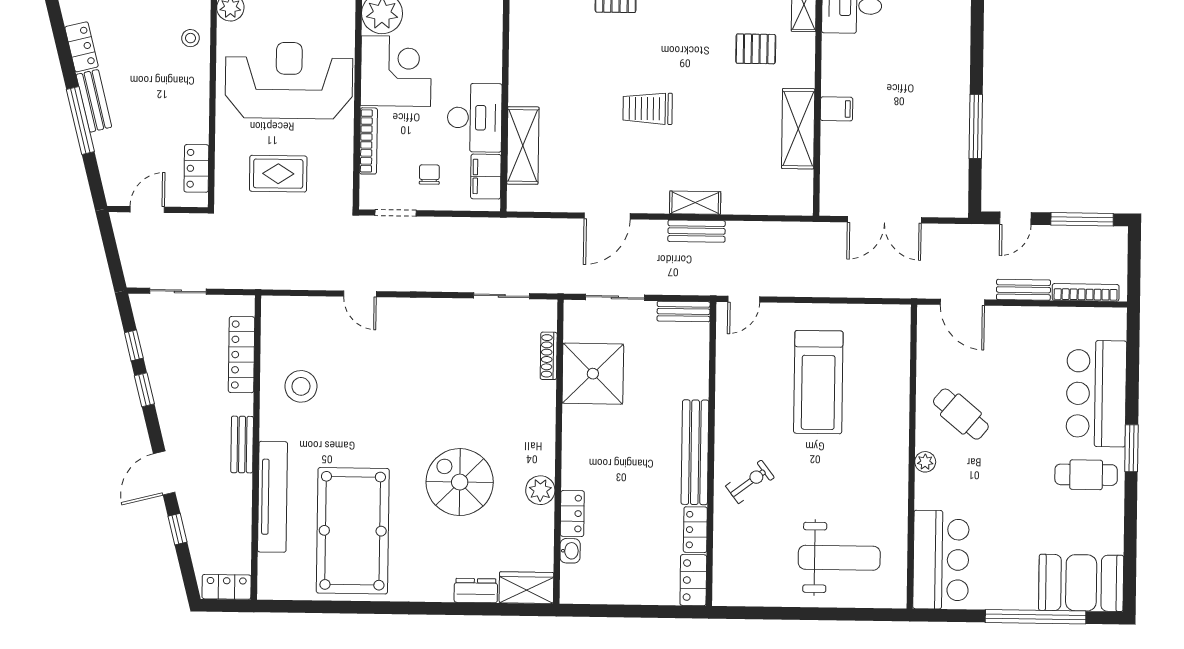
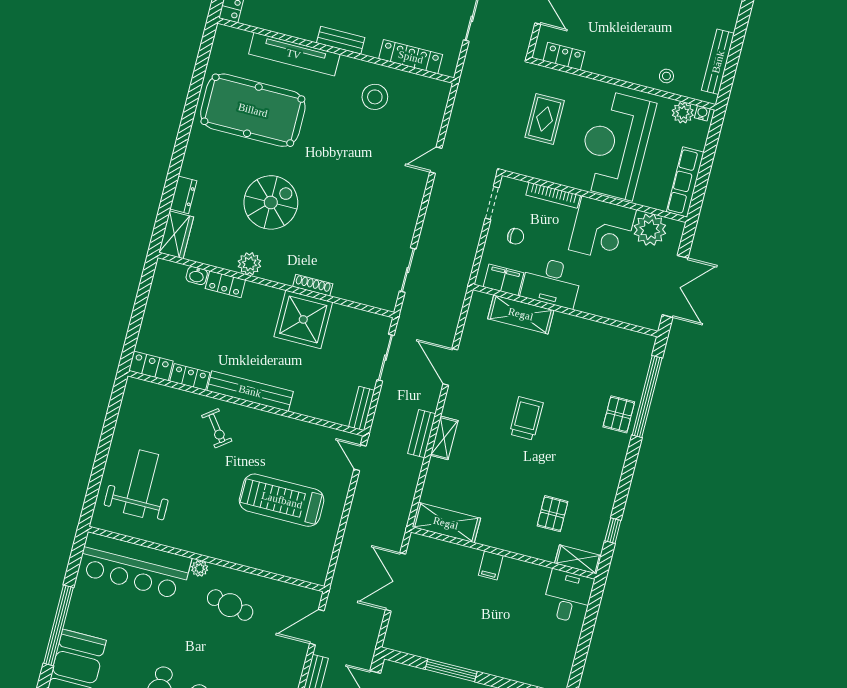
reception desk: (289, 80) -> (615, 145), turned 180
shelving: (798, 129) -> (446, 523), moved
shoe rack: (549, 356) -> (313, 285), moved
shower: (593, 374) -> (303, 319), moved
cafe table: (961, 414) -> (230, 605), turned 62
weight bench: (839, 558) -> (141, 484), turned 180
bar counter: (941, 560) -> (134, 566), width x1.36

